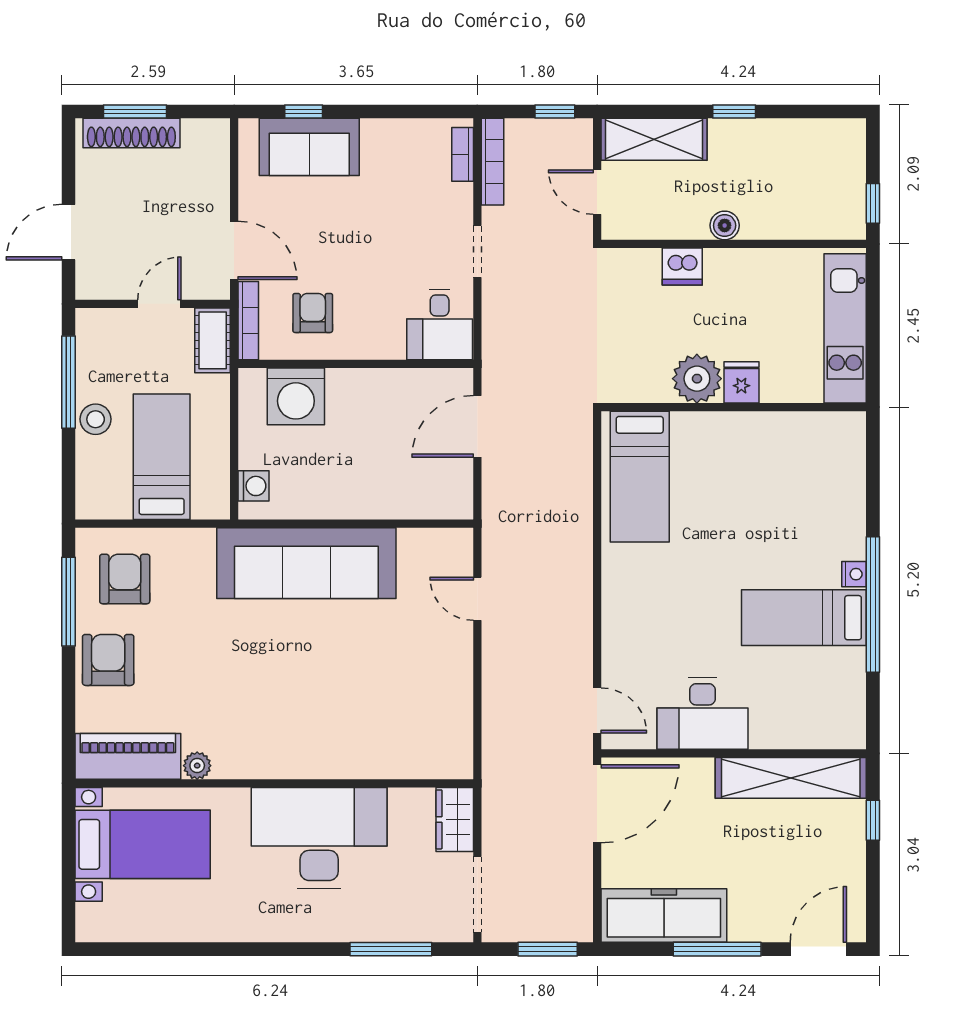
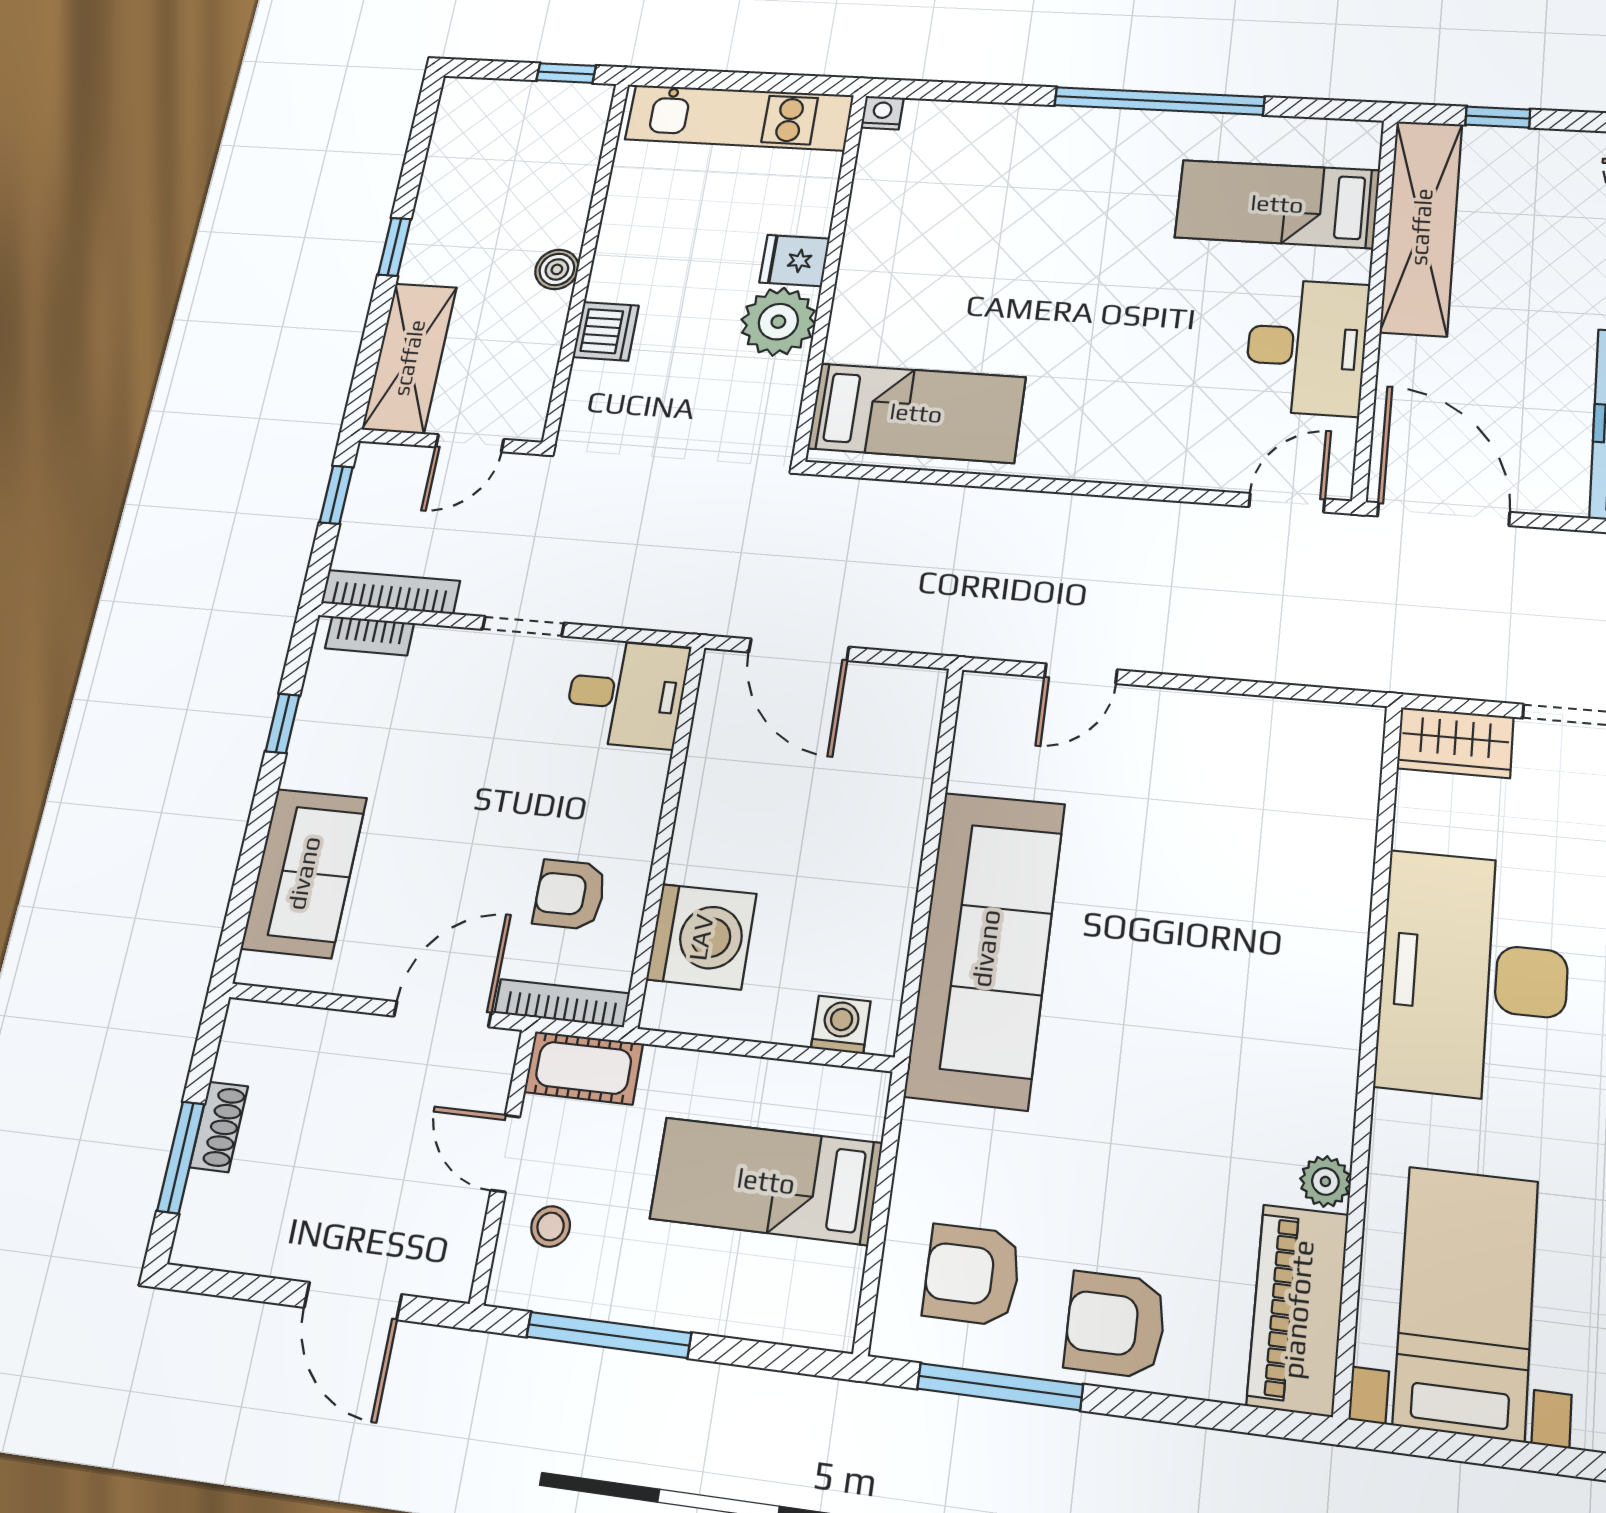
window: (304, 111) -> (283, 723), moved
shoe rack: (131, 133) -> (219, 1127), width x0.51, depth x0.81
stool: (96, 419) -> (551, 1226), moved, width x0.73, depth x0.73
nightstand: (854, 574) -> (882, 113), moved
bed: (804, 618) -> (1277, 204), moved, turned 90

